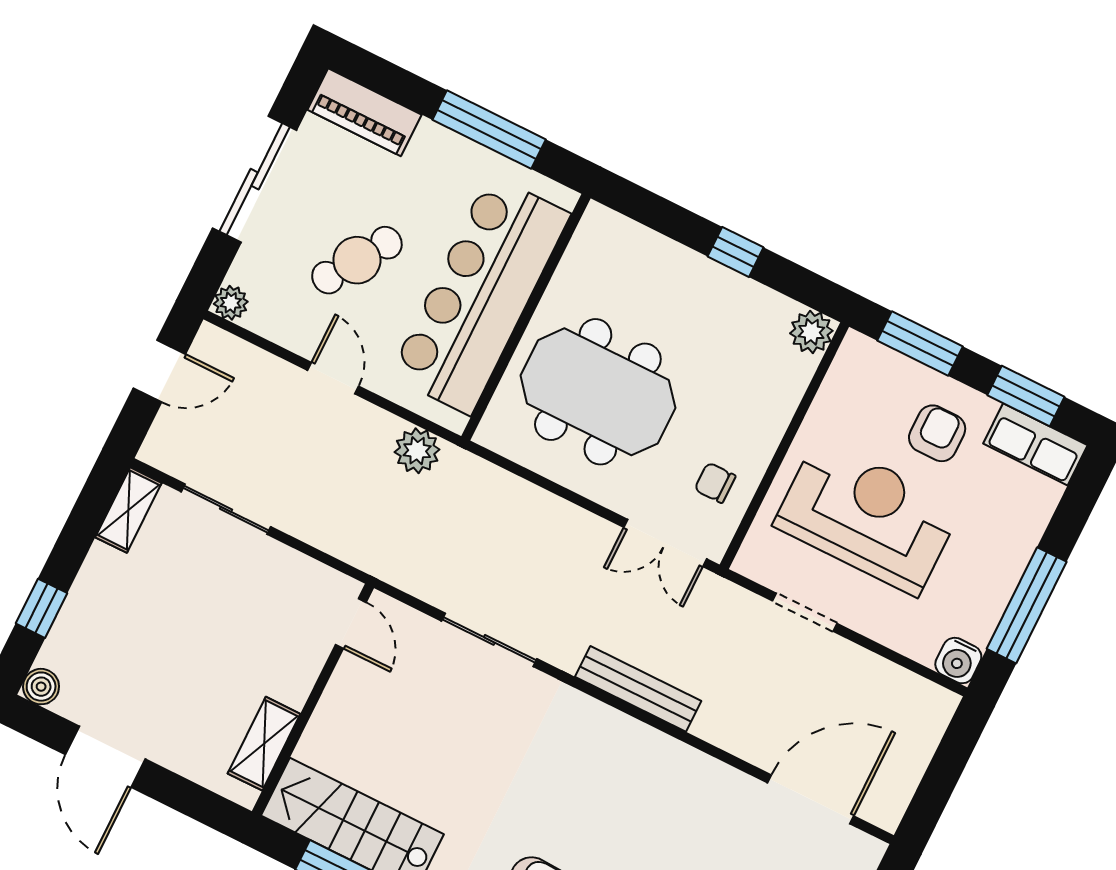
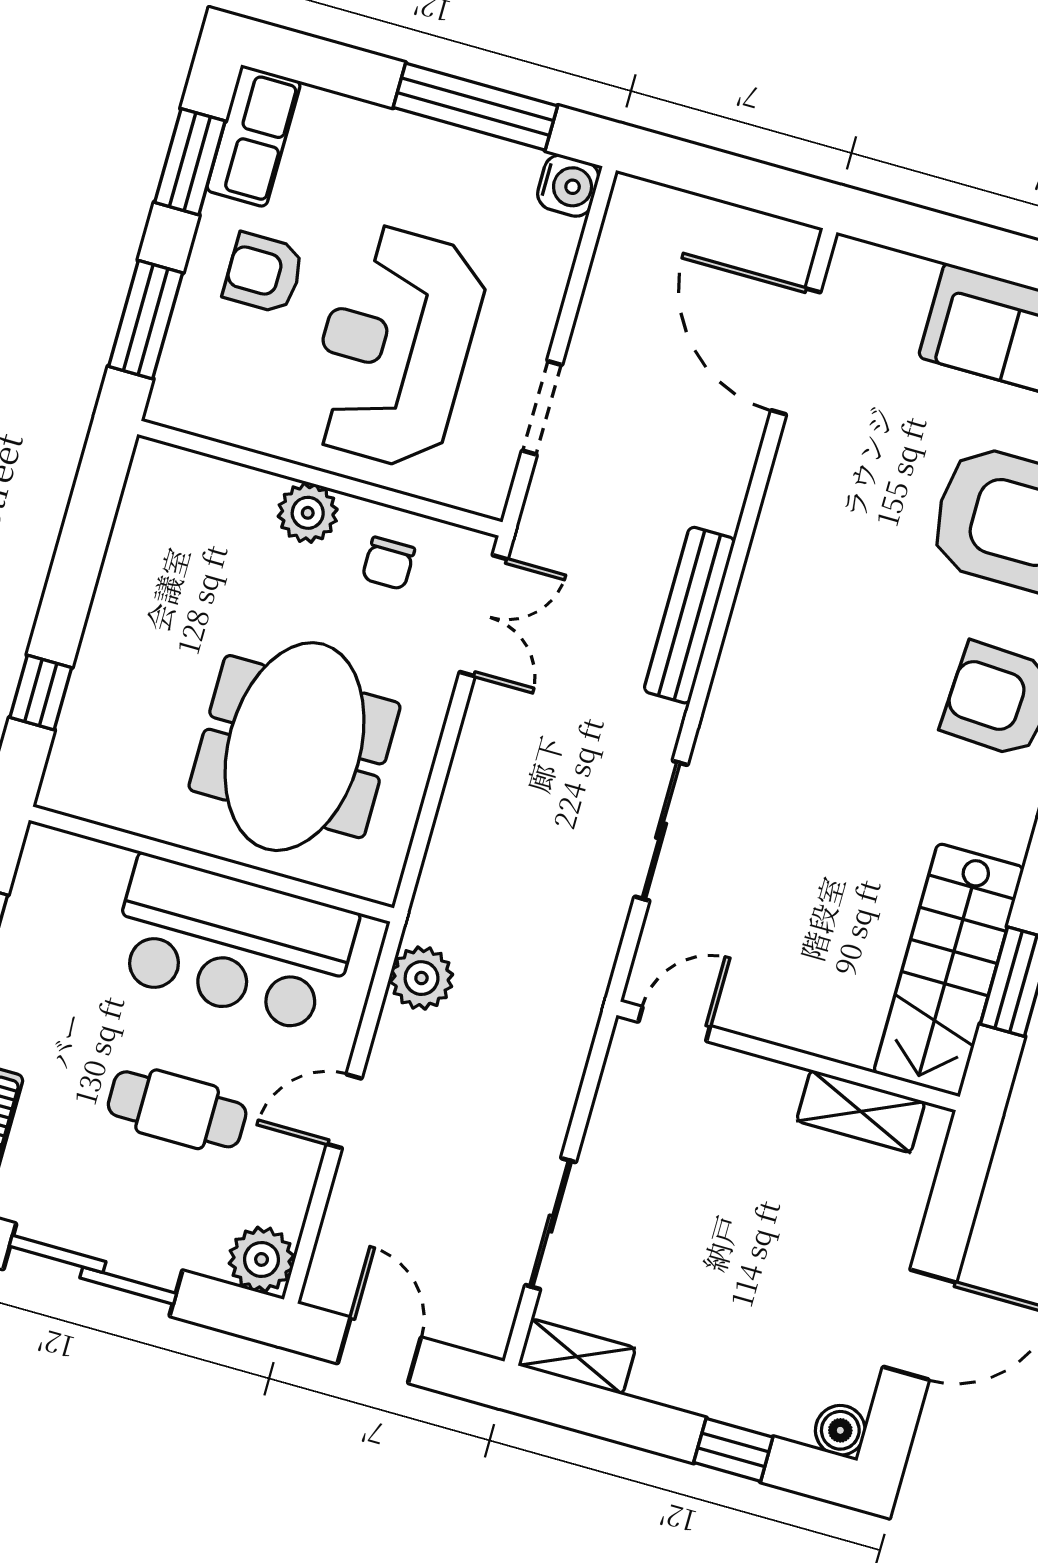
window: (736, 252) -> (41, 693), moved
cafe table: (357, 260) -> (177, 1109), turned -33
bar counter: (480, 295) -> (233, 944), width x0.73
plant: (231, 303) -> (262, 1259), width x1.38, depth x1.38
plant: (811, 332) -> (308, 513), moved

